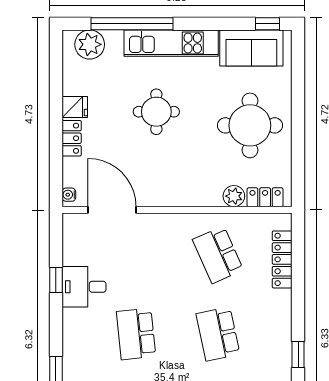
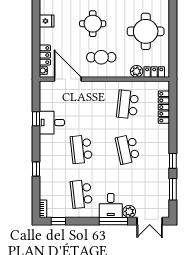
locker: (72, 138) -> (45, 55), moved
cafe table: (171, 171) -> (101, 57), added
school desk: (218, 255) -> (128, 104), turned 30

